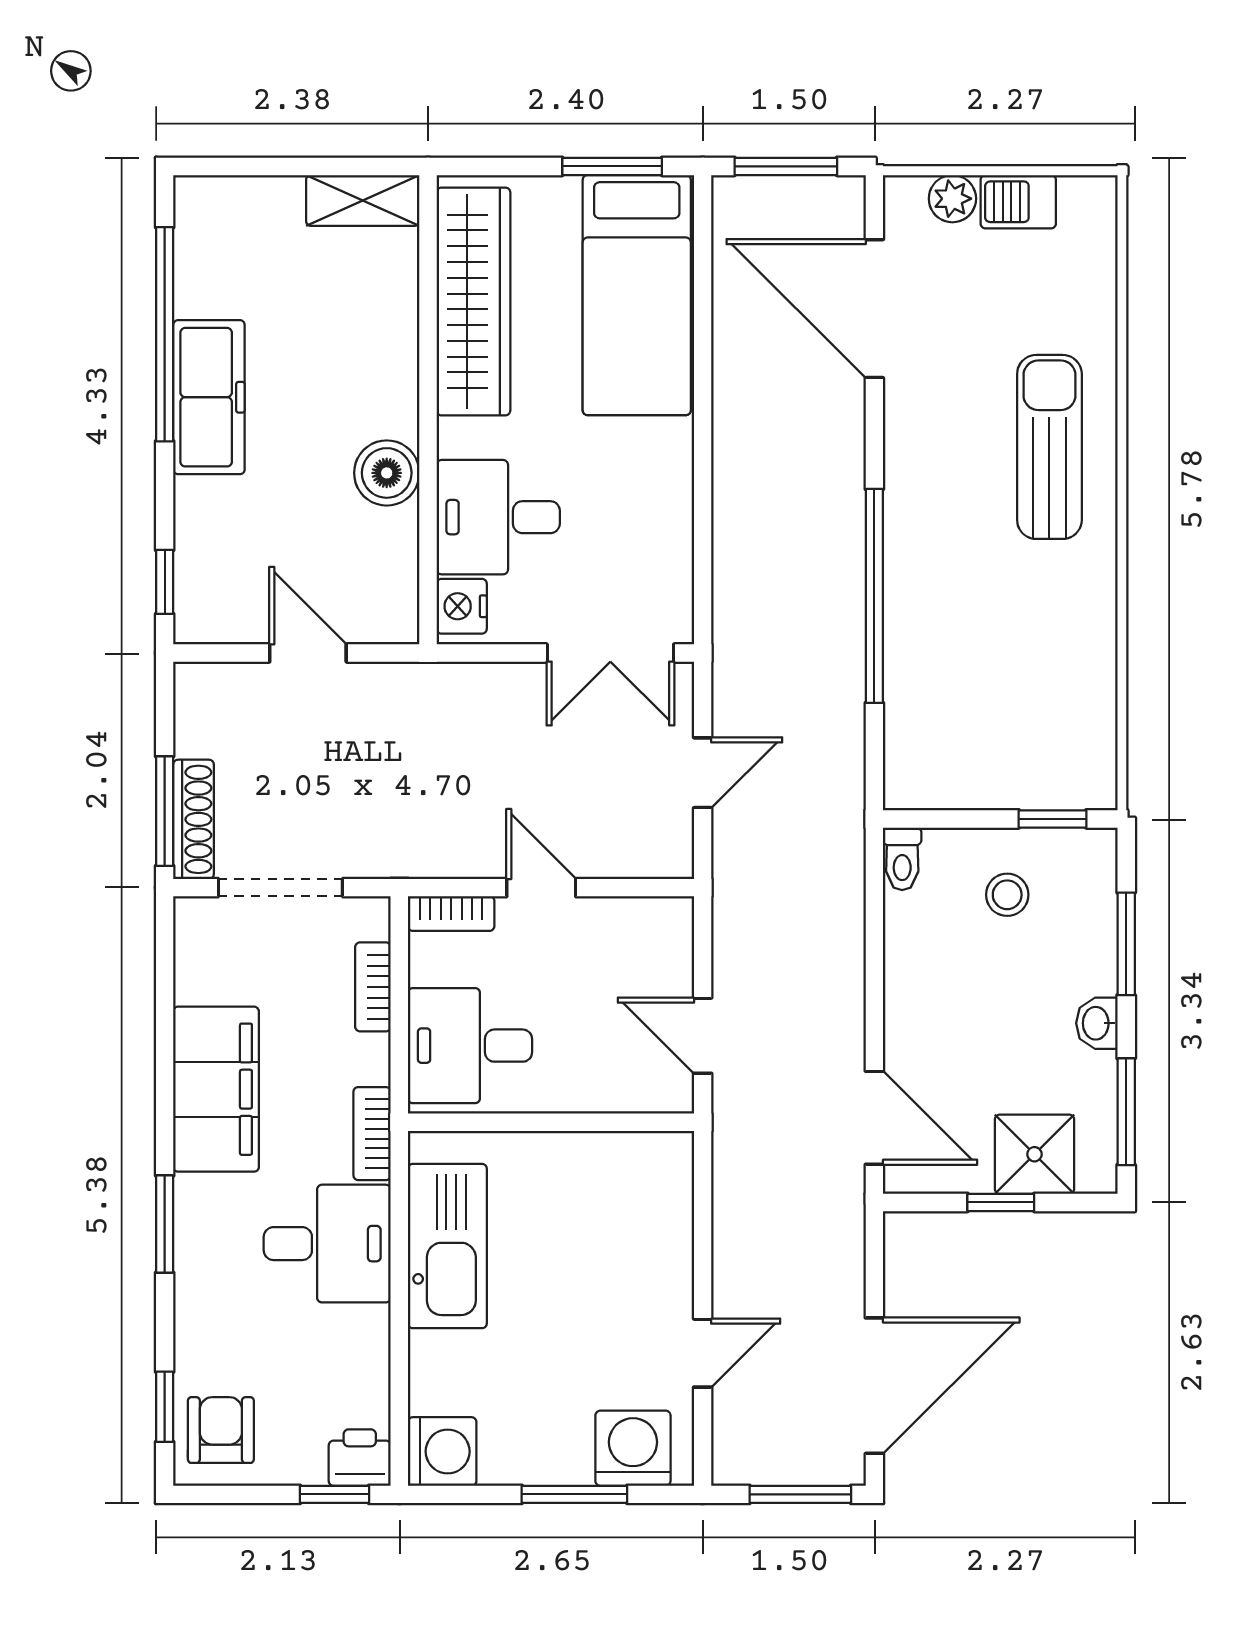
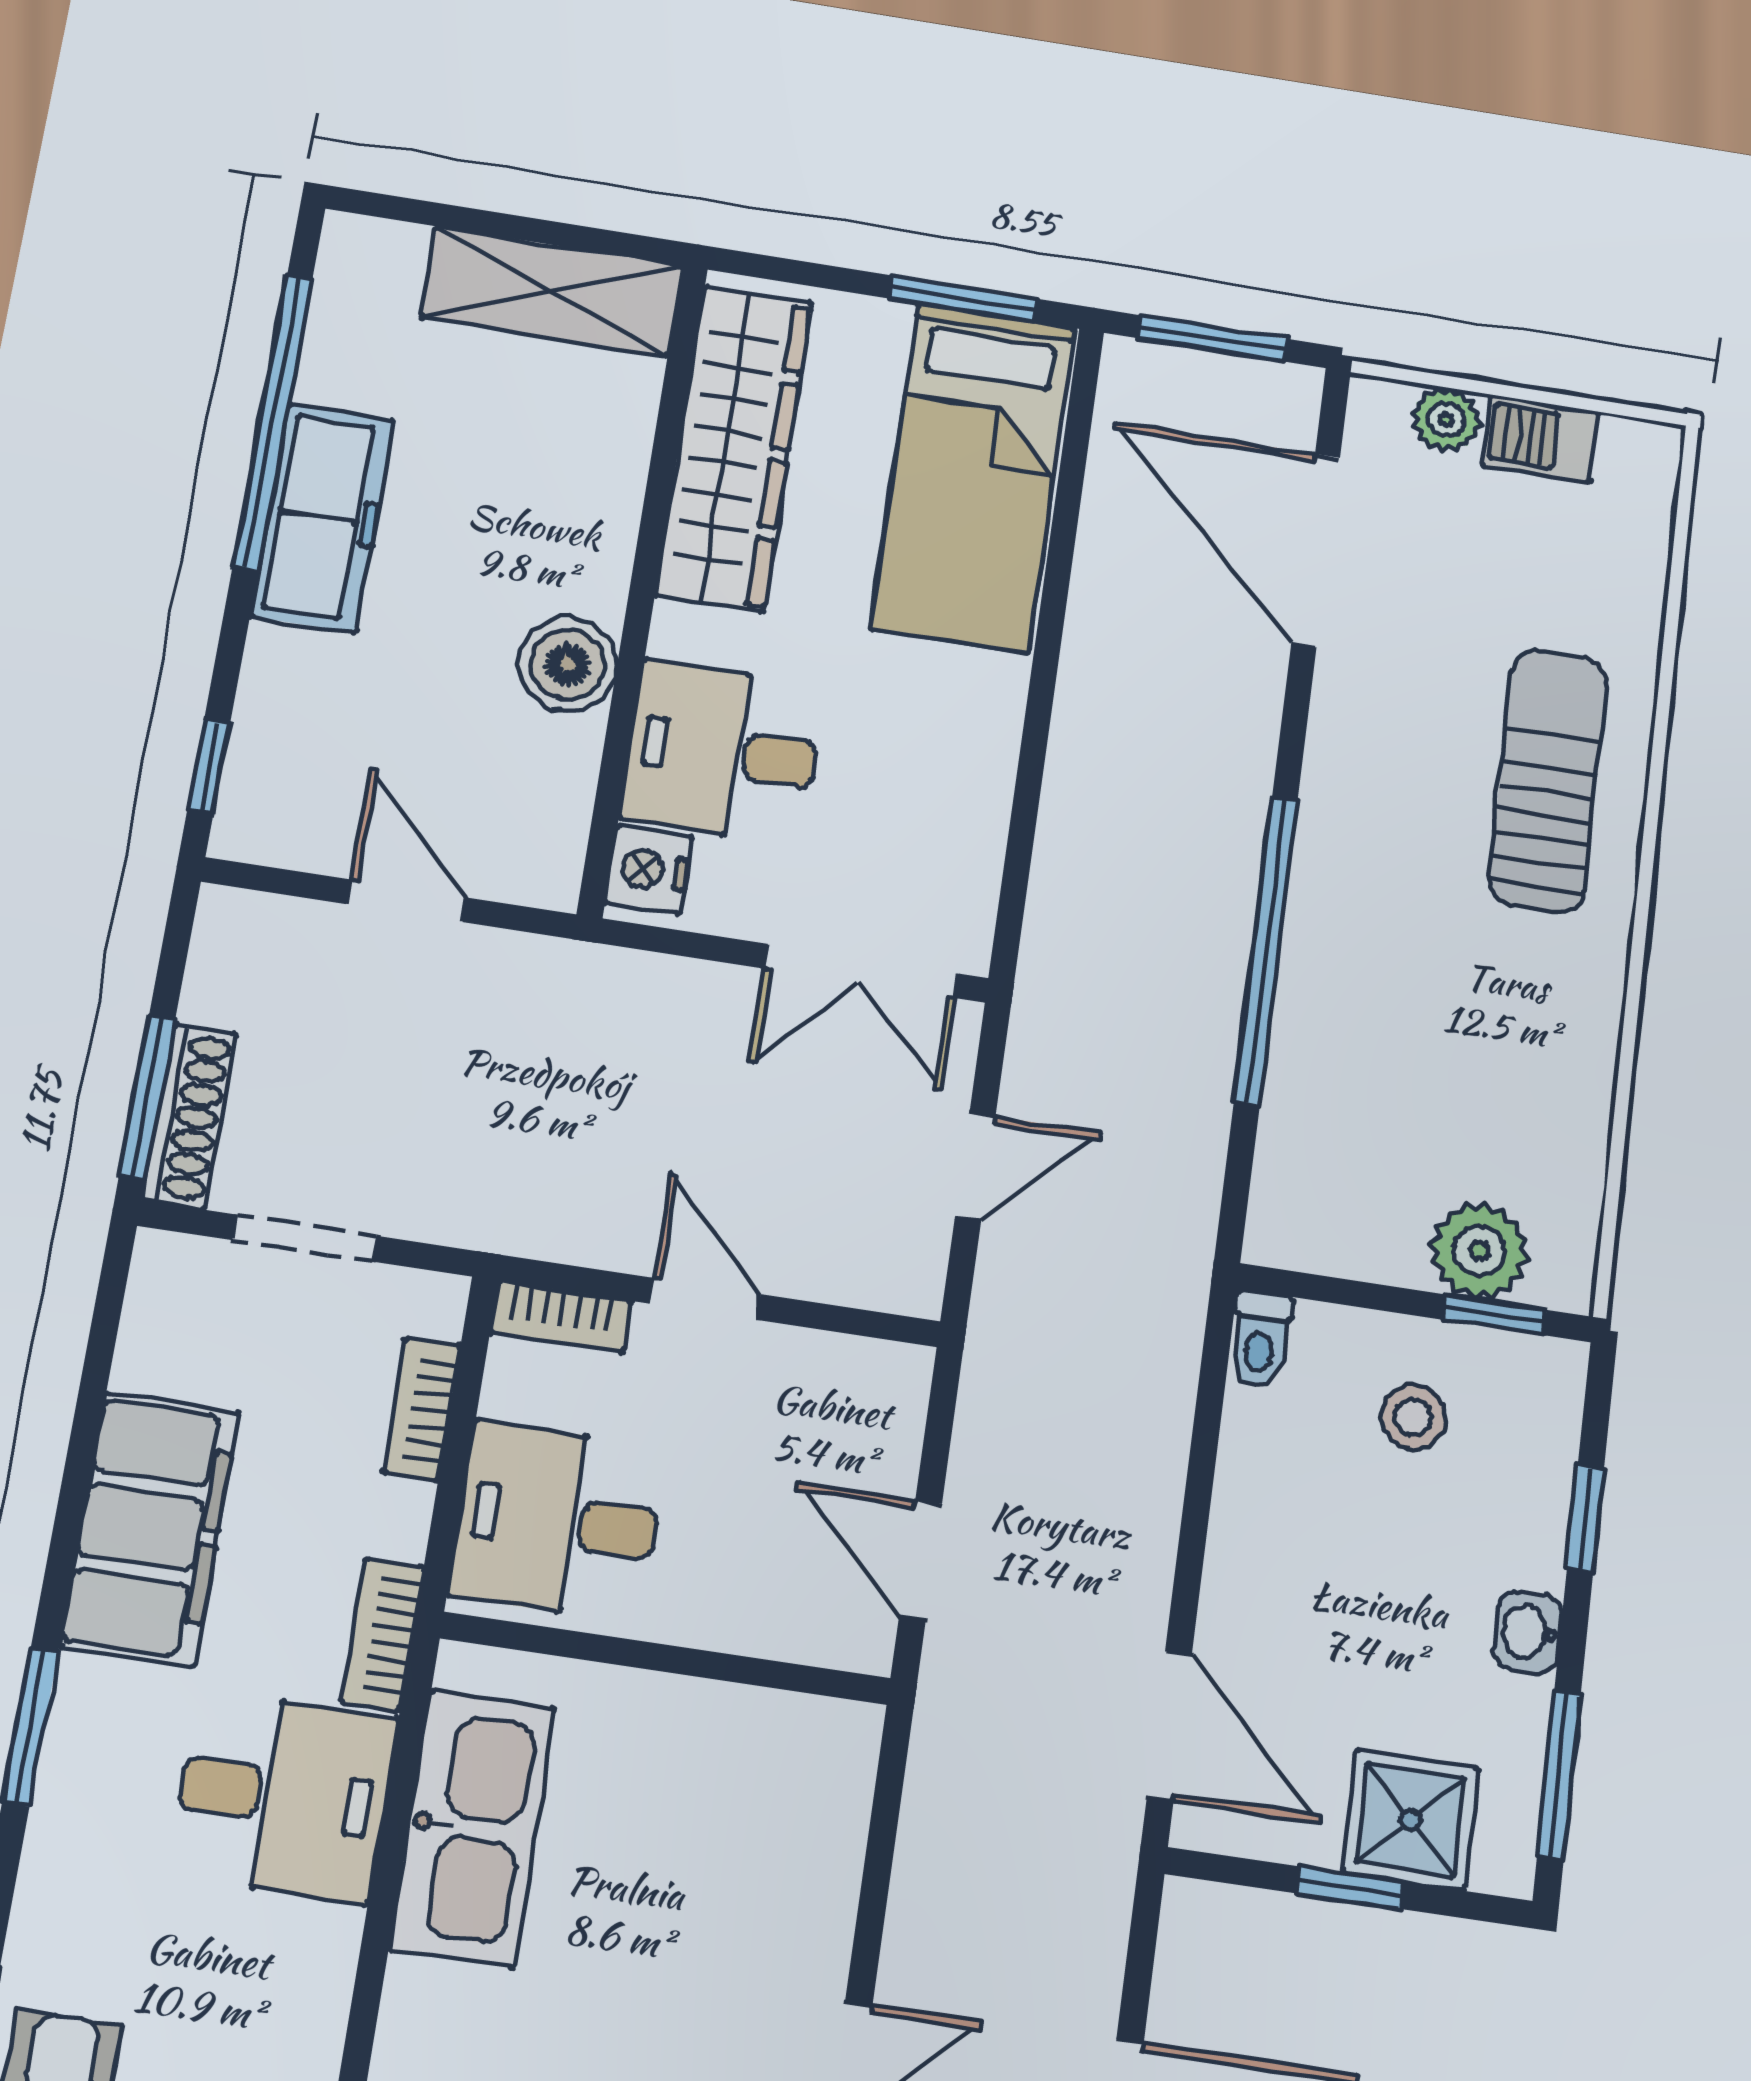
shelving: (363, 201) -> (552, 291), width x1.50, depth x1.33
plant: (1038, 778) -> (1479, 1251), added
doorway: (280, 888) -> (305, 1238), width x0.73
window: (1126, 944) -> (1585, 1518), width x0.67

